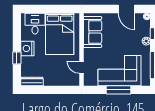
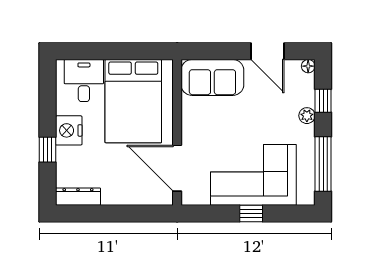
sofa: (93, 32) -> (212, 77), moved, turned 90
door: (81, 67) -> (177, 168), width x1.88
window: (118, 90) -> (251, 213), width x0.46

